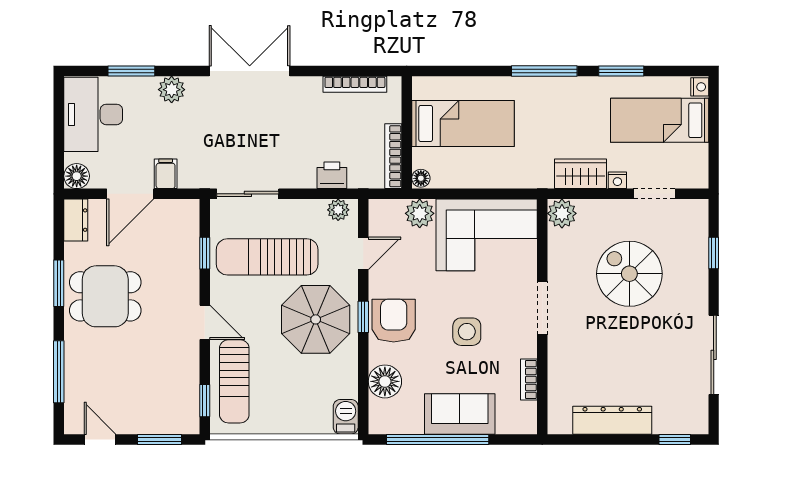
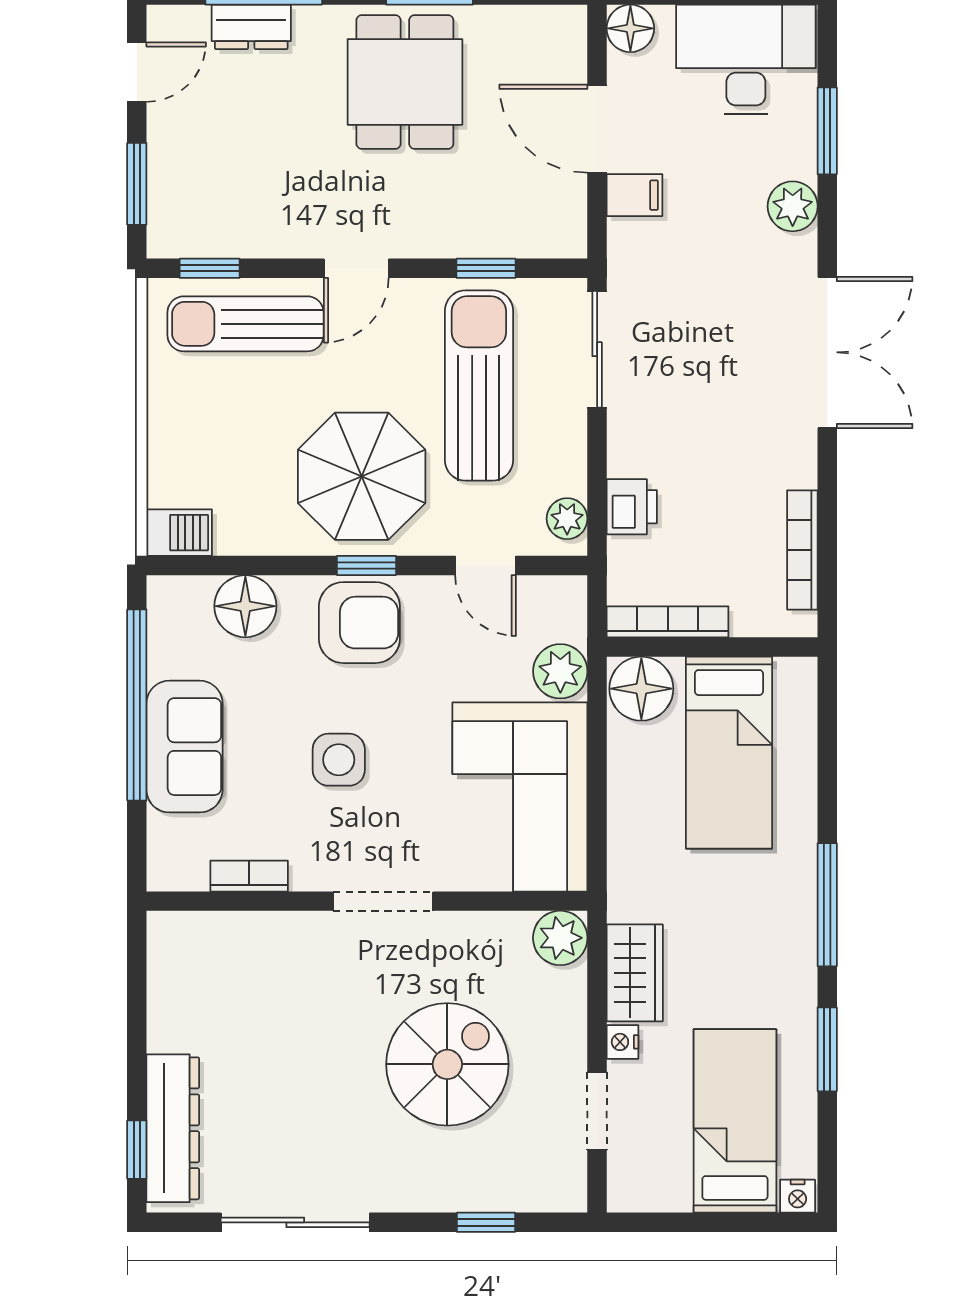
floor lamp: (421, 178) -> (641, 689), width x1.89, depth x1.89
dresser: (76, 220) -> (251, 27), moved
dresser: (612, 420) -> (173, 1128), moved

